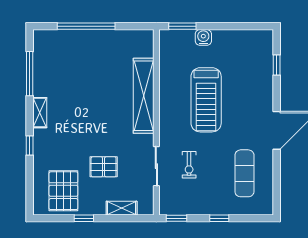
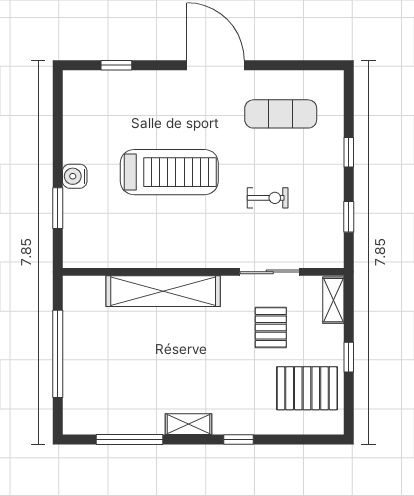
shelving: (144, 96) -> (163, 291), moved
wall: (156, 122) -> (203, 272), moved
sliding door: (156, 166) -> (270, 272), moved

